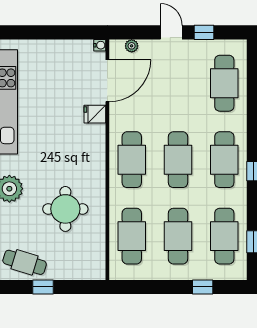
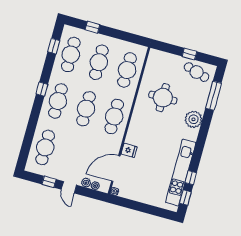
plant: (147, 47) -> (86, 183), added

